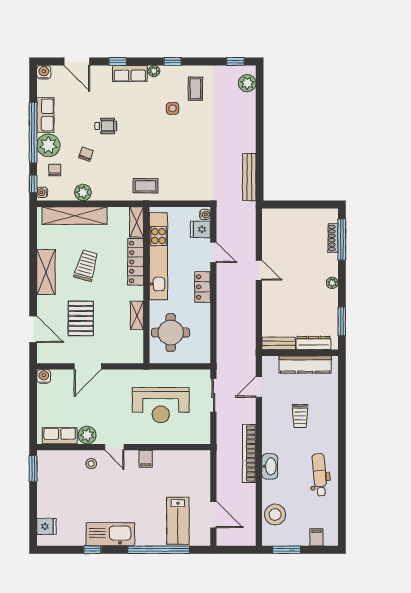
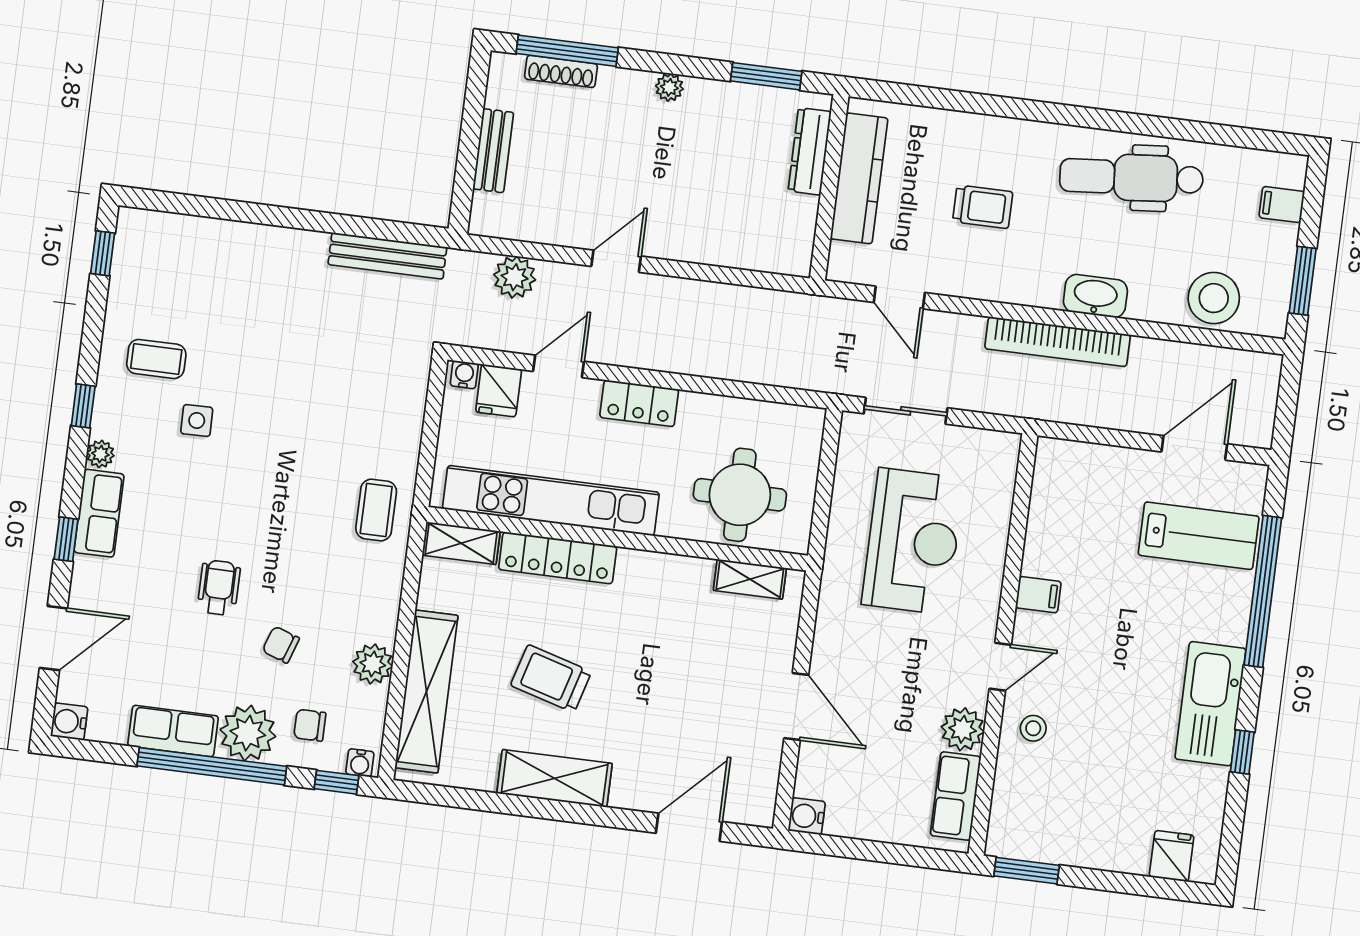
plant: (247, 83) -> (515, 277), moved
shelving: (137, 315) -> (750, 579), moved
pallet: (81, 318) -> (678, 708), removed
bench: (279, 343) -> (493, 151), moved
dental chair: (320, 475) -> (1131, 177), width x1.36, depth x1.38

